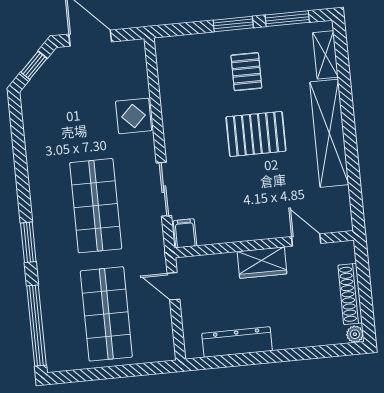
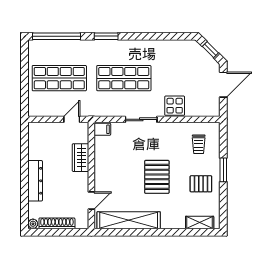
window: (287, 19) -> (223, 202), removed
trolley: (194, 69) -> (199, 144), added
pallet: (246, 72) -> (201, 184), moved
shelving: (329, 133) -> (129, 220), moved
sliding door: (164, 189) -> (141, 119), moved
wardrobe: (262, 263) -> (81, 158), moved
dresser: (237, 342) -> (35, 181), moved

